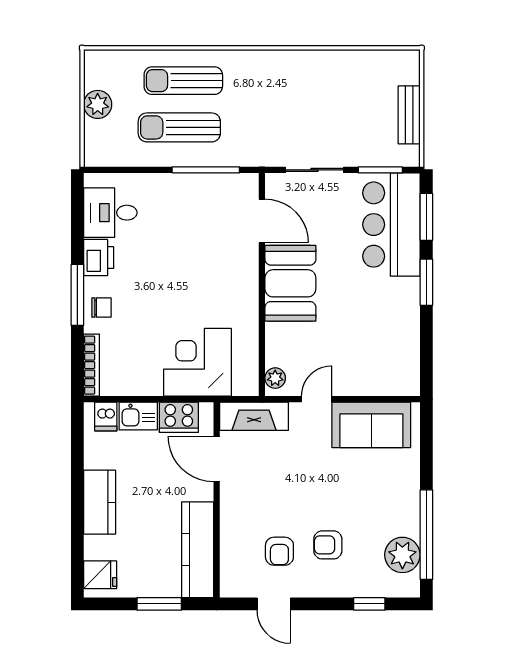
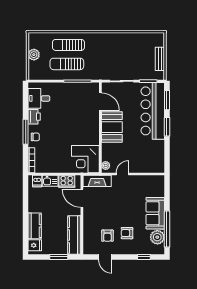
bar counter: (391, 225) -> (153, 111), width x1.36
corner desk: (198, 362) -> (85, 159), moved, turned -90
sofa: (371, 425) -> (155, 213), moved, turned 90
kitchen counter: (100, 502) -> (35, 226), moved

